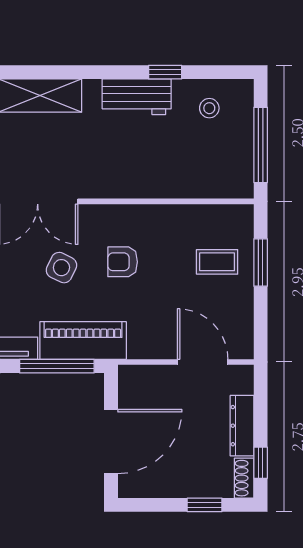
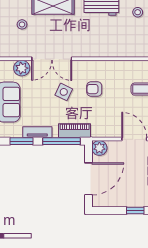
piano: (83, 340) -> (75, 131), width x0.73, depth x0.75
plant: (133, 380) -> (99, 148), added

